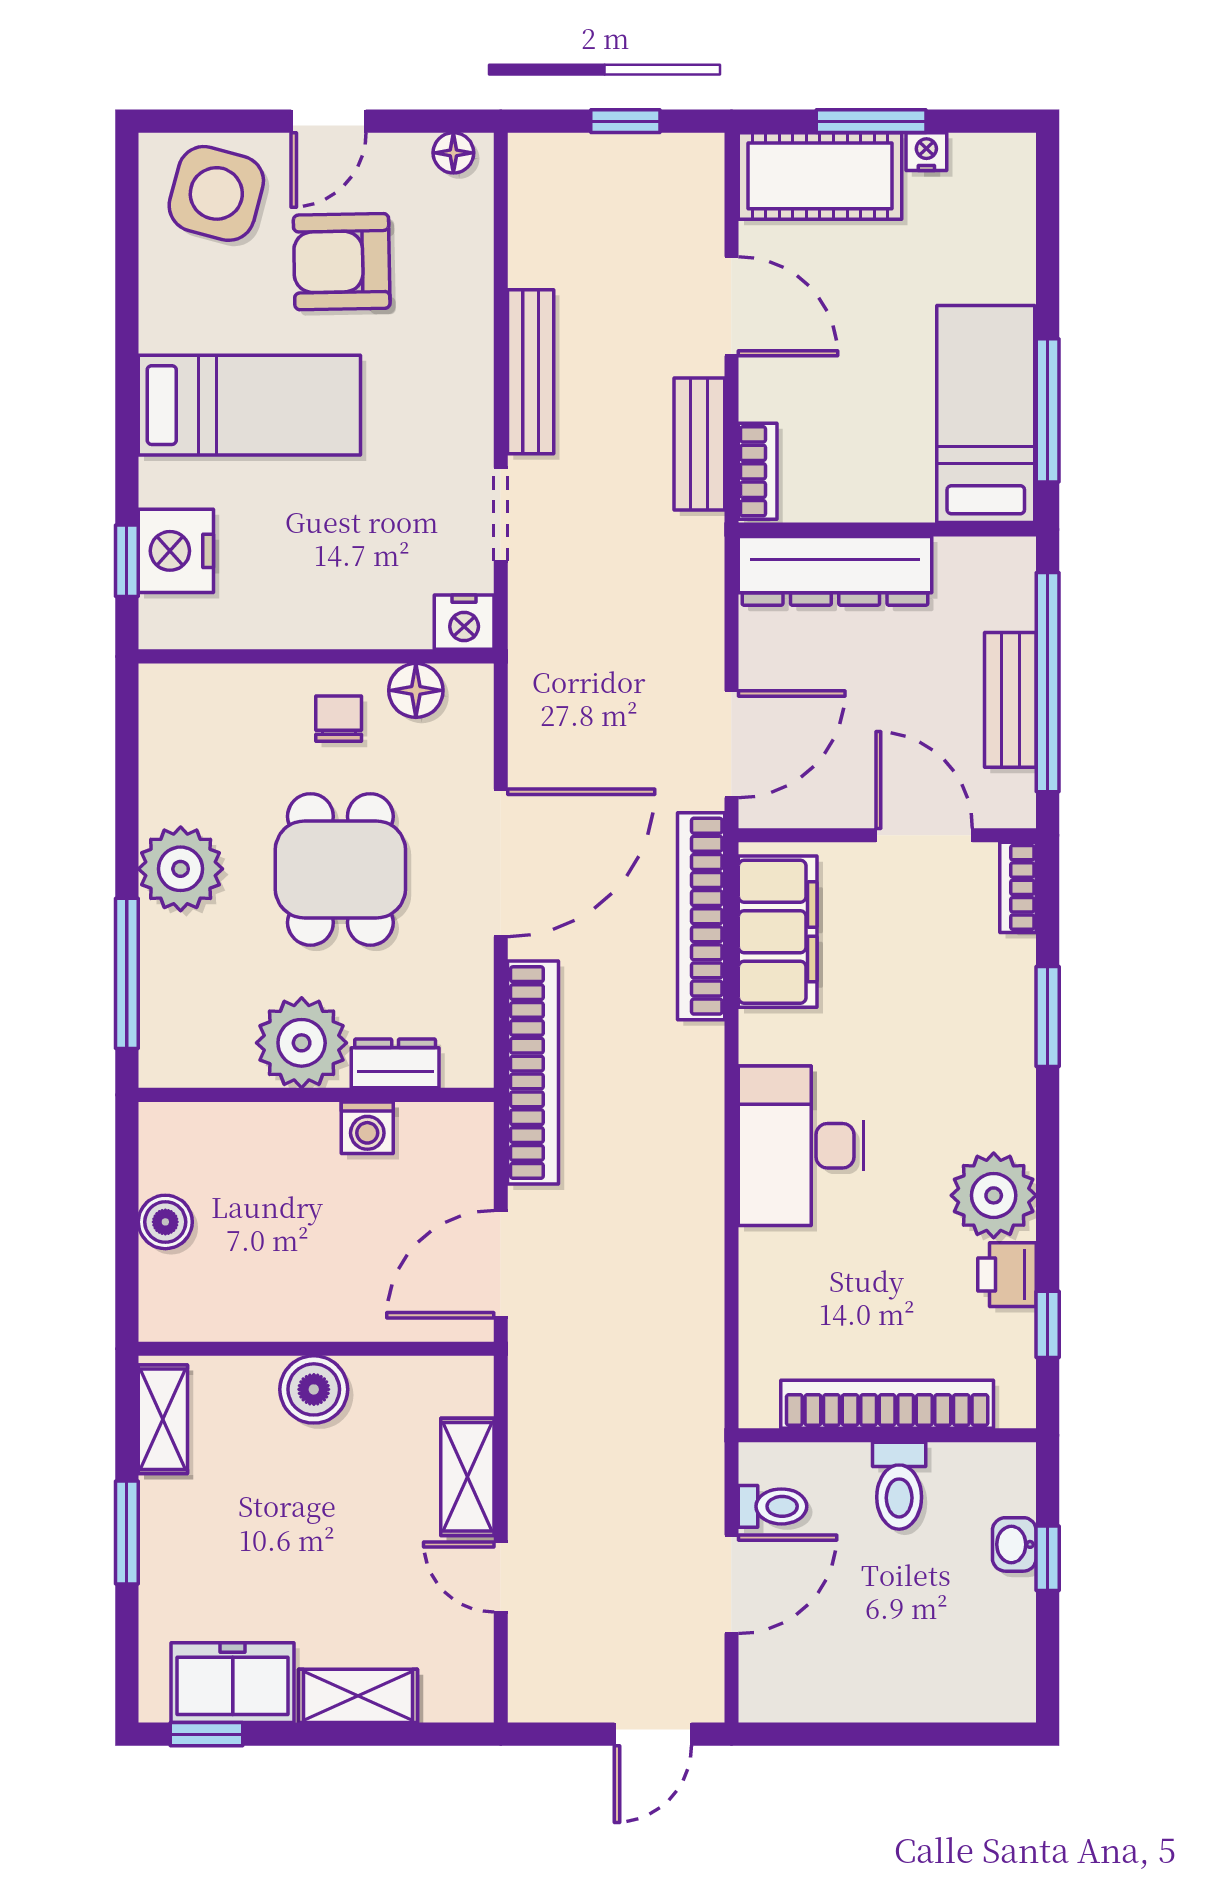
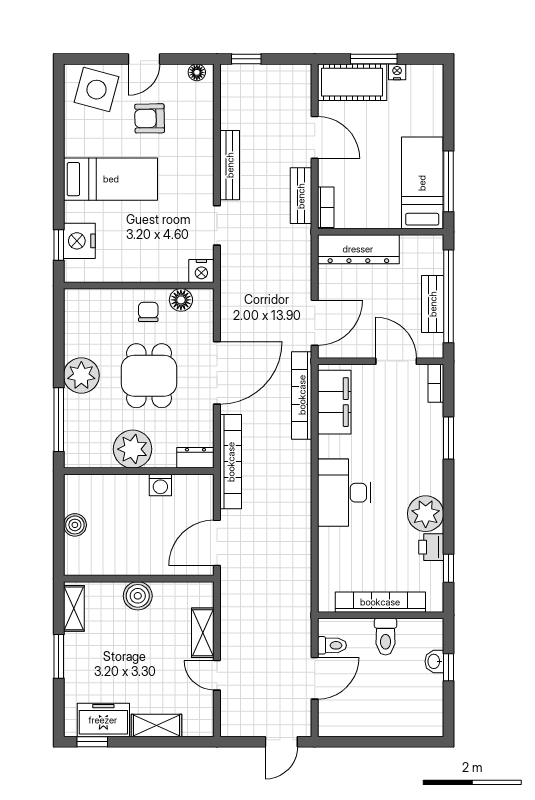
window: (625, 121) -> (246, 59), moved
armchair: (342, 262) -> (150, 118), width x0.72, depth x0.72
dresser: (395, 1063) -> (195, 458), moved

